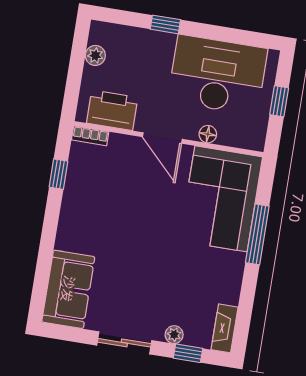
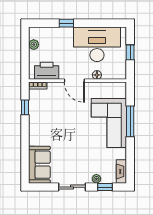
corner sofa: (221, 199) -> (109, 123), moved

